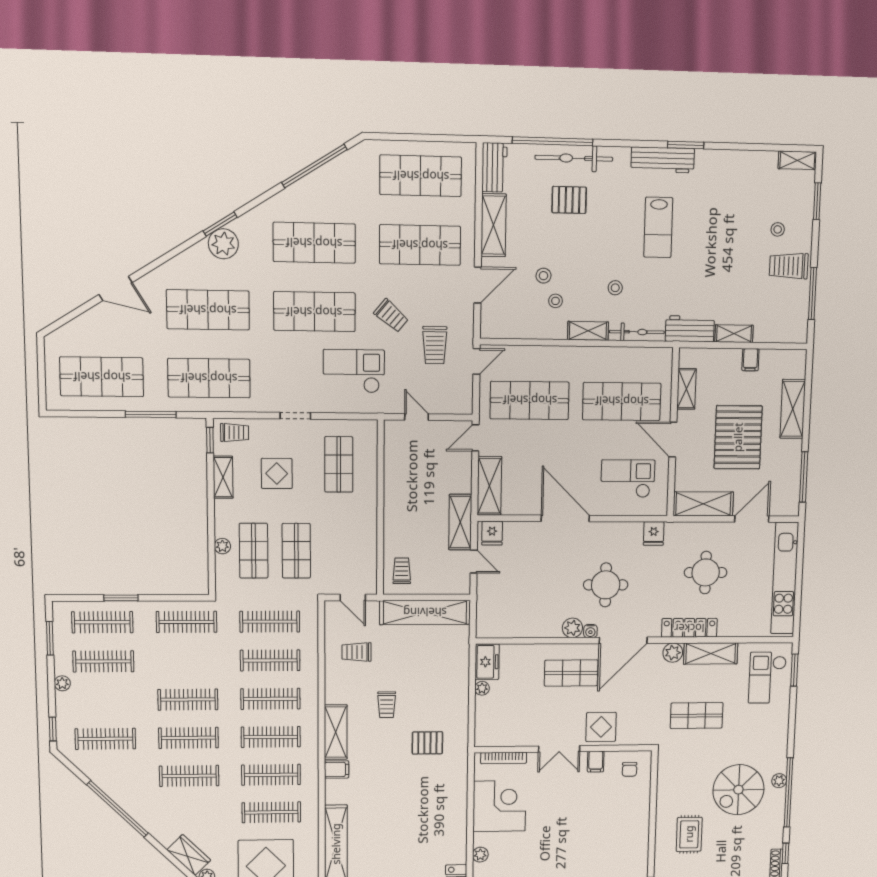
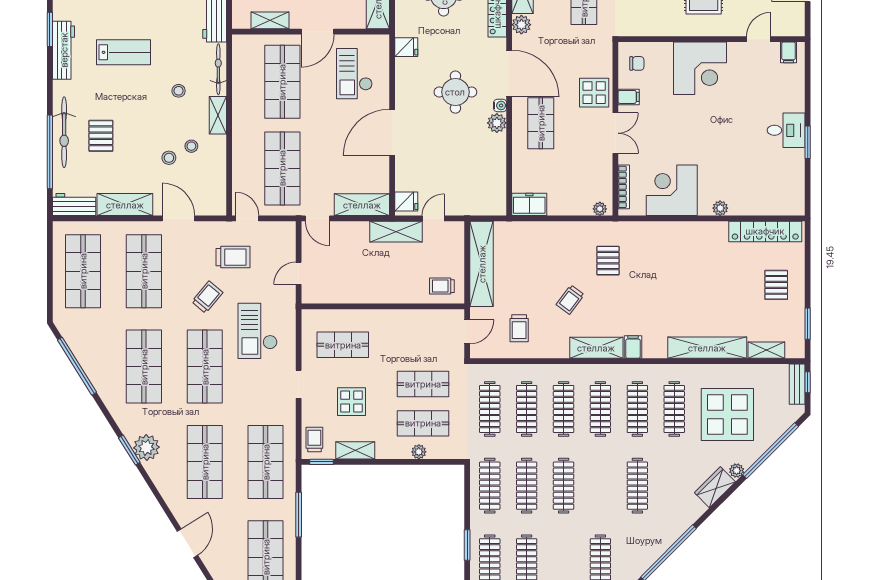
plant: (482, 688) -> (600, 209), moved
trolley: (387, 705) -> (570, 300), turned 127
clothes rail: (189, 738) -> (527, 486), moved
corner desk: (623, 832) -> (700, 68), added

